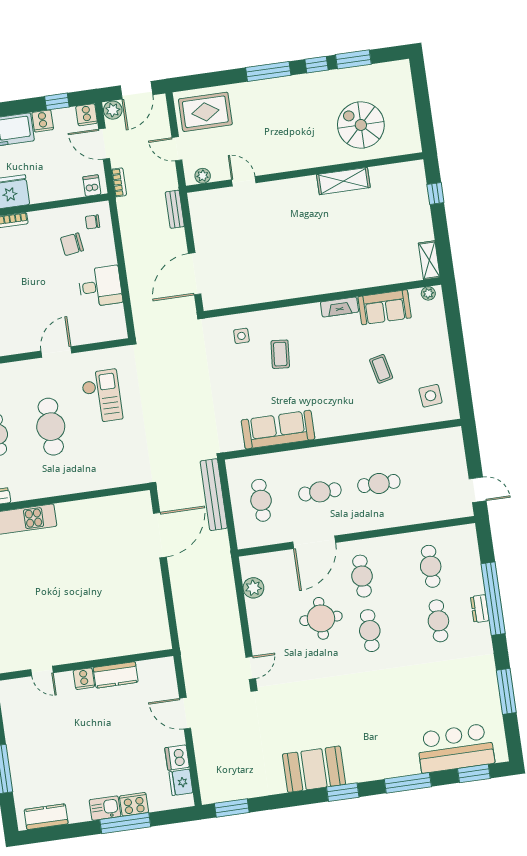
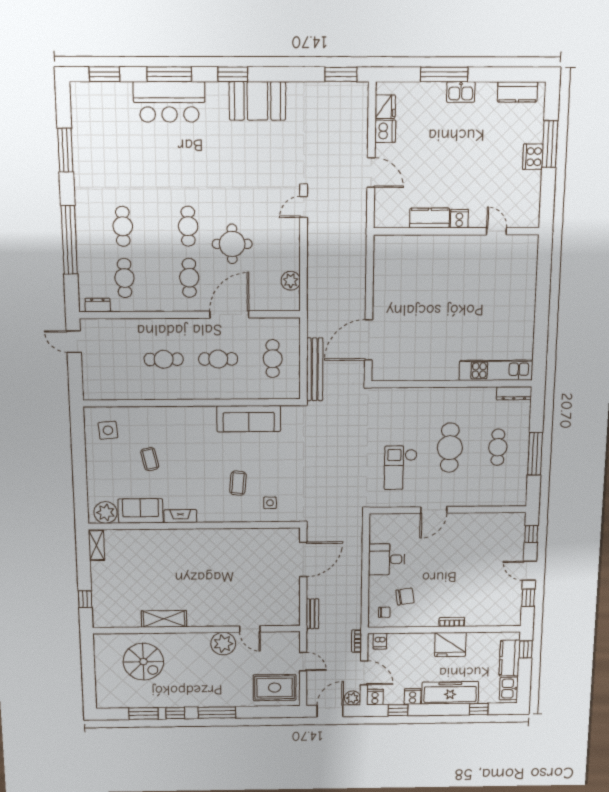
plant: (203, 176) -> (223, 644), moved, width x1.88, depth x1.88
plant: (428, 293) -> (106, 513), width x1.88, depth x1.88
dresser: (480, 609) -> (98, 305), moved, turned -90
bar counter: (456, 748) -> (169, 102), moved
cooker: (134, 804) -> (533, 157), moved, turned 90

